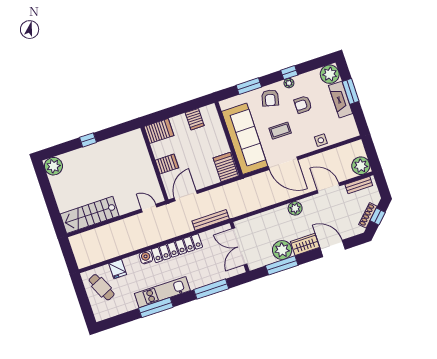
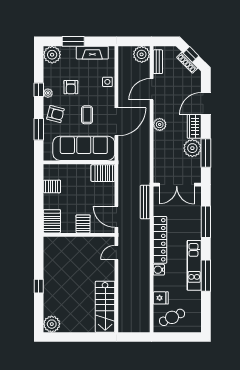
fireplace: (341, 100) -> (92, 53), moved

